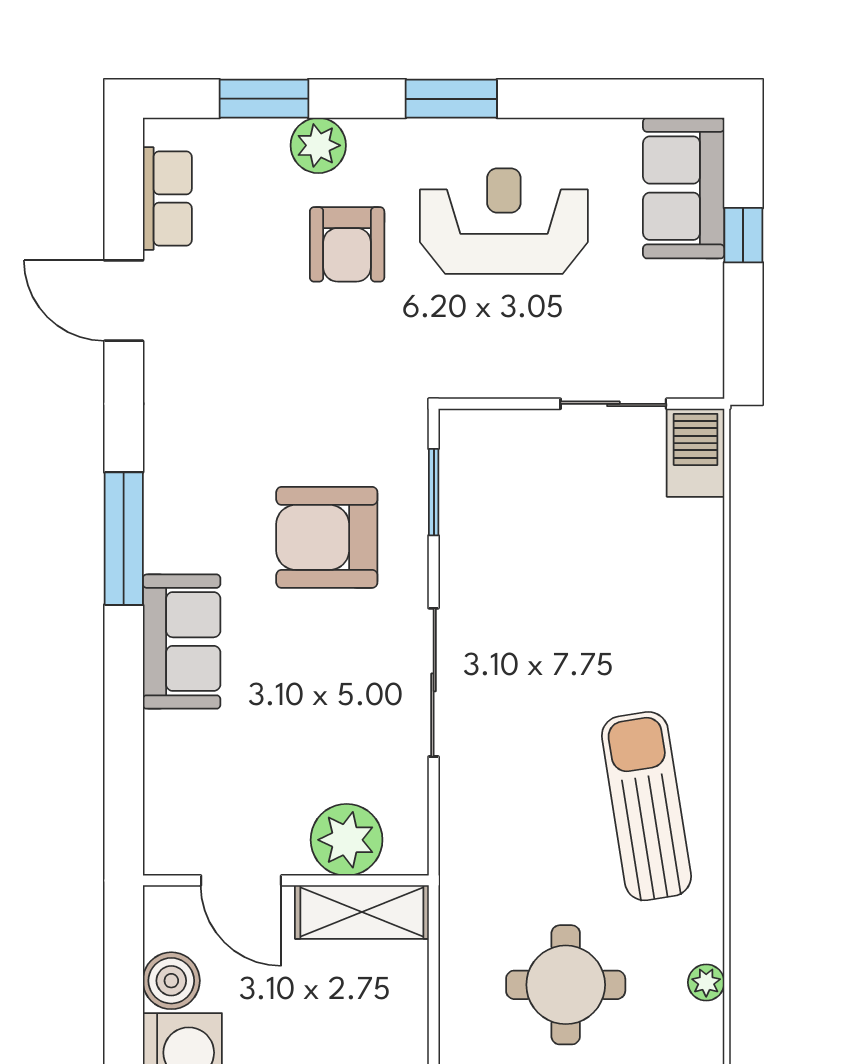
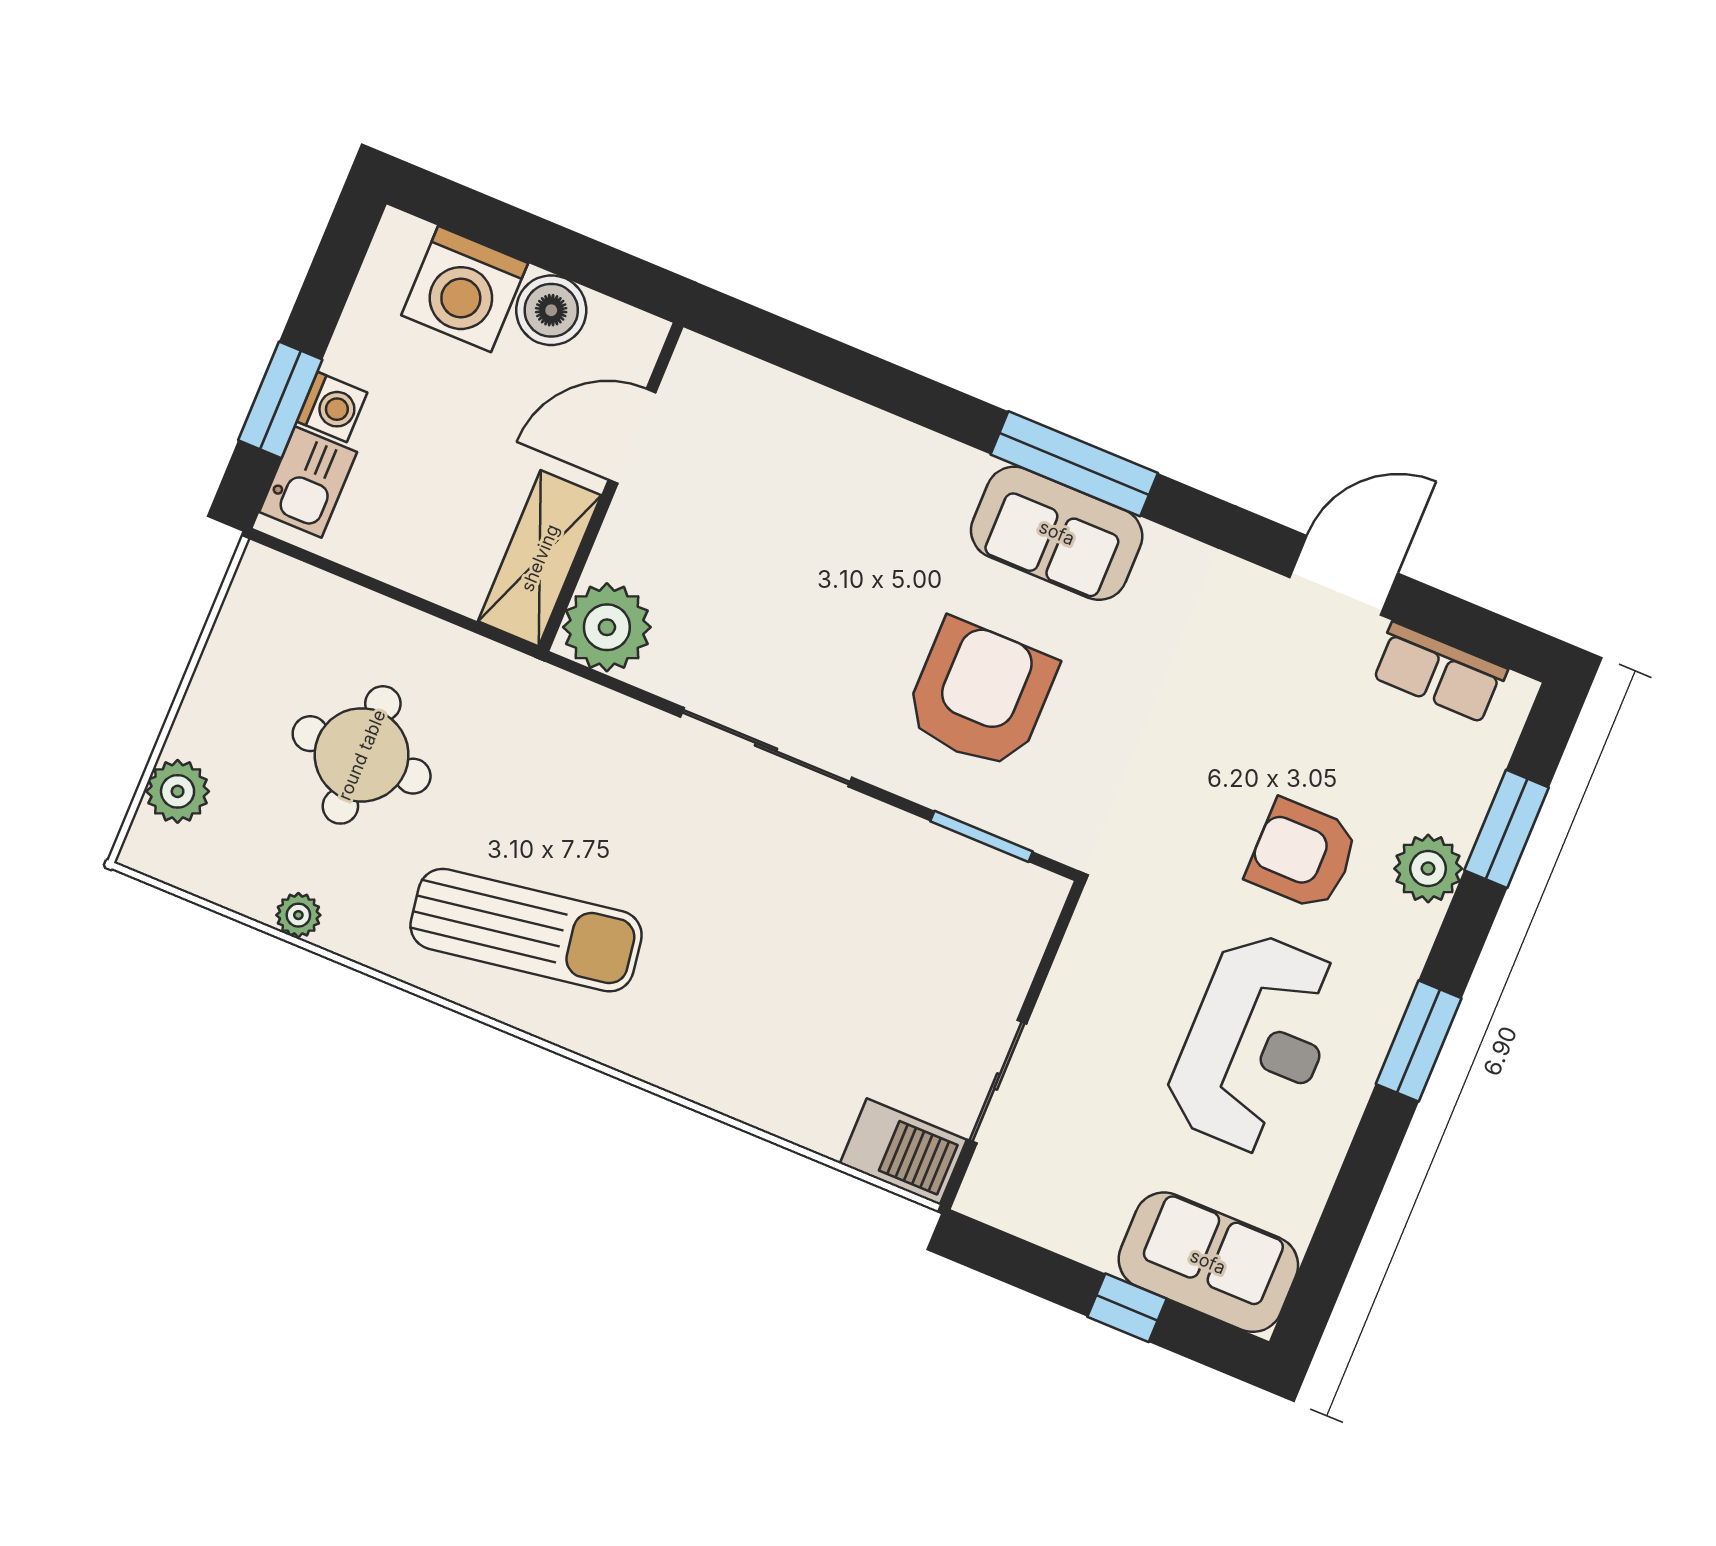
sofa: (182, 642) -> (1057, 533), moved
plant: (347, 840) -> (607, 627), moved

